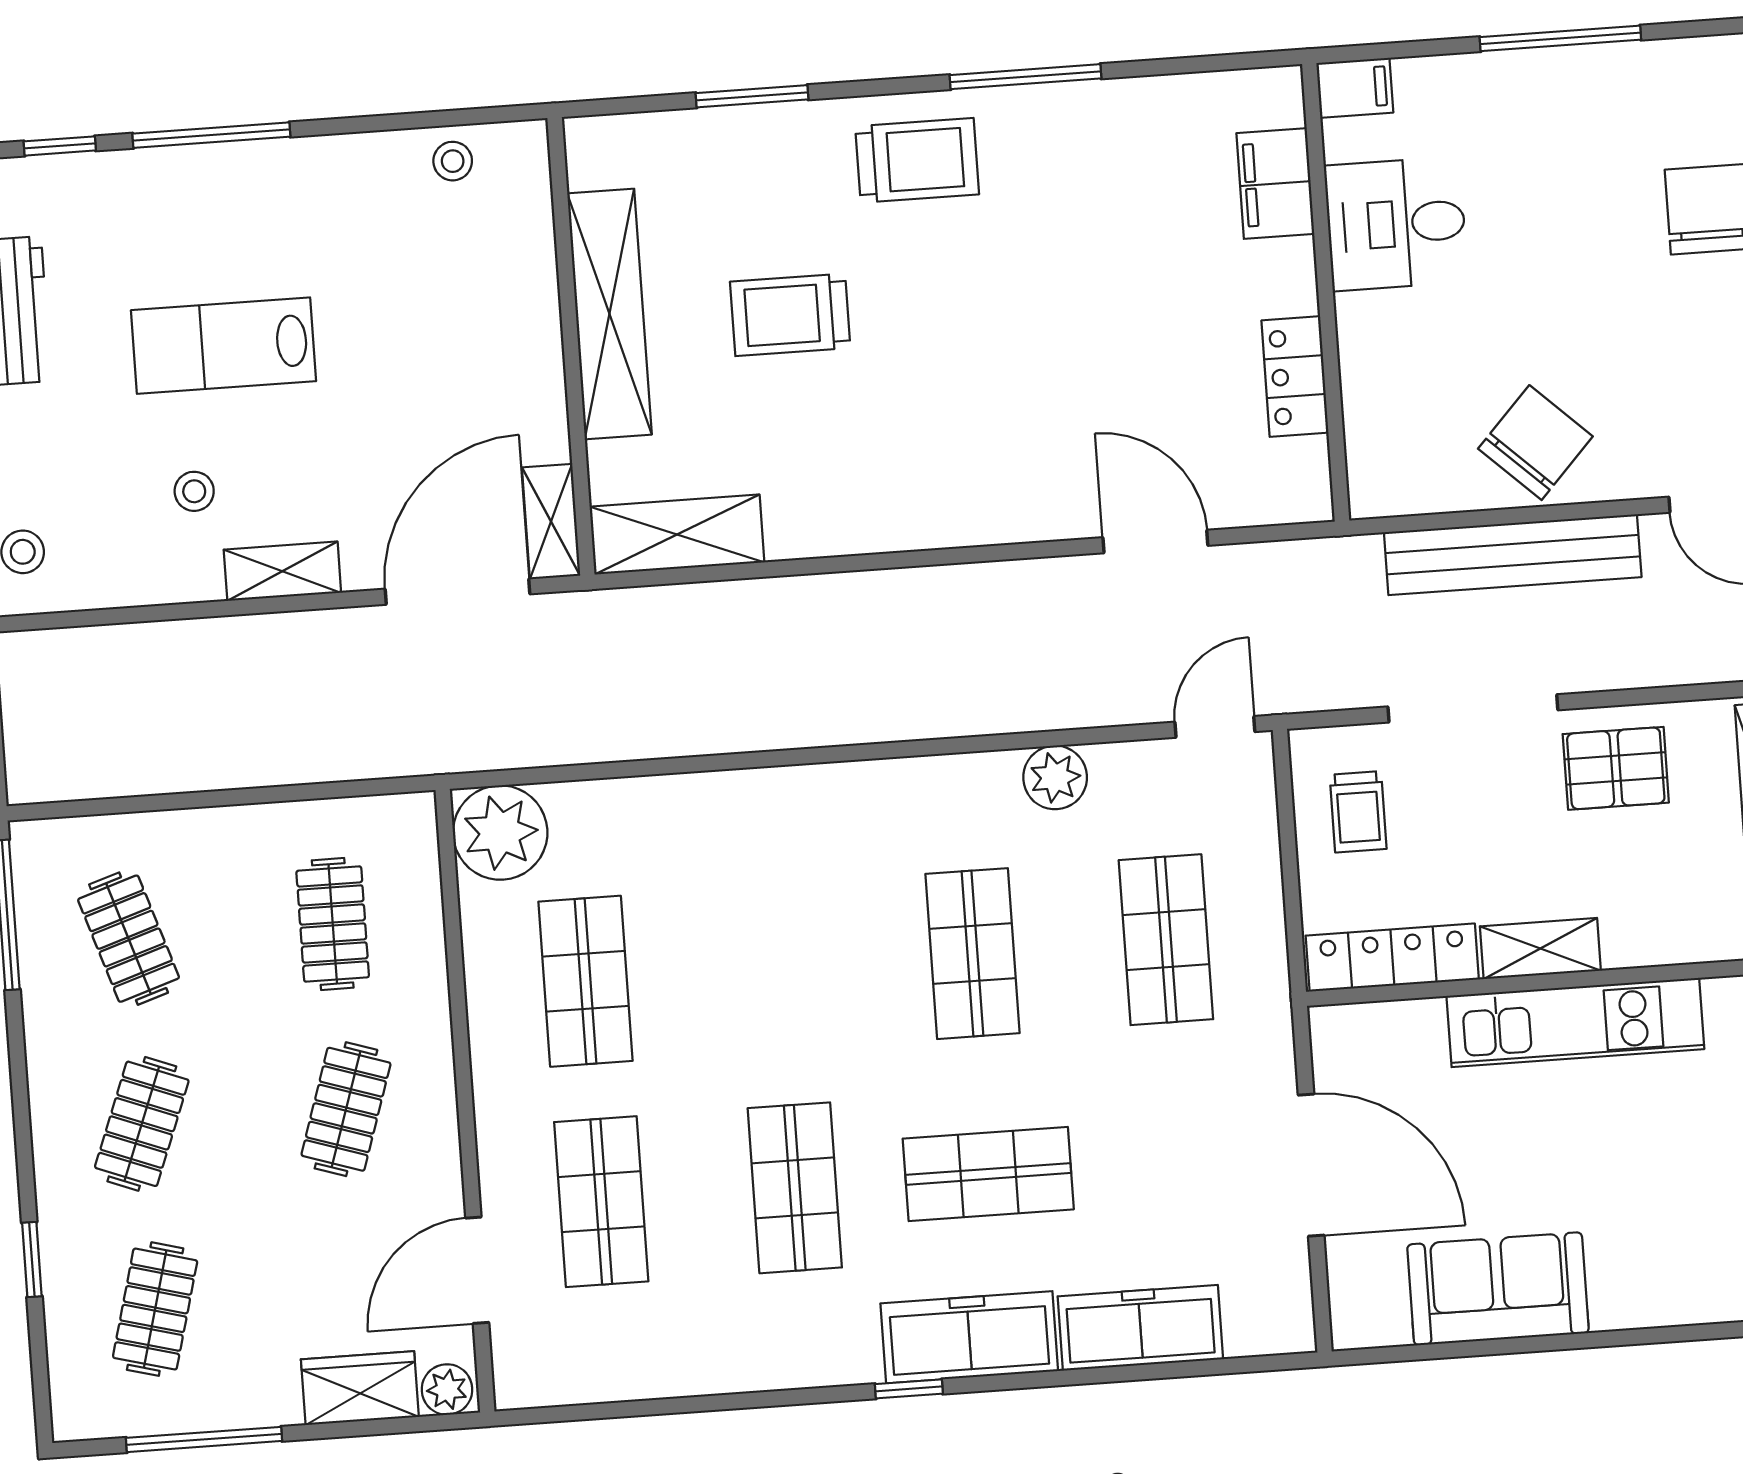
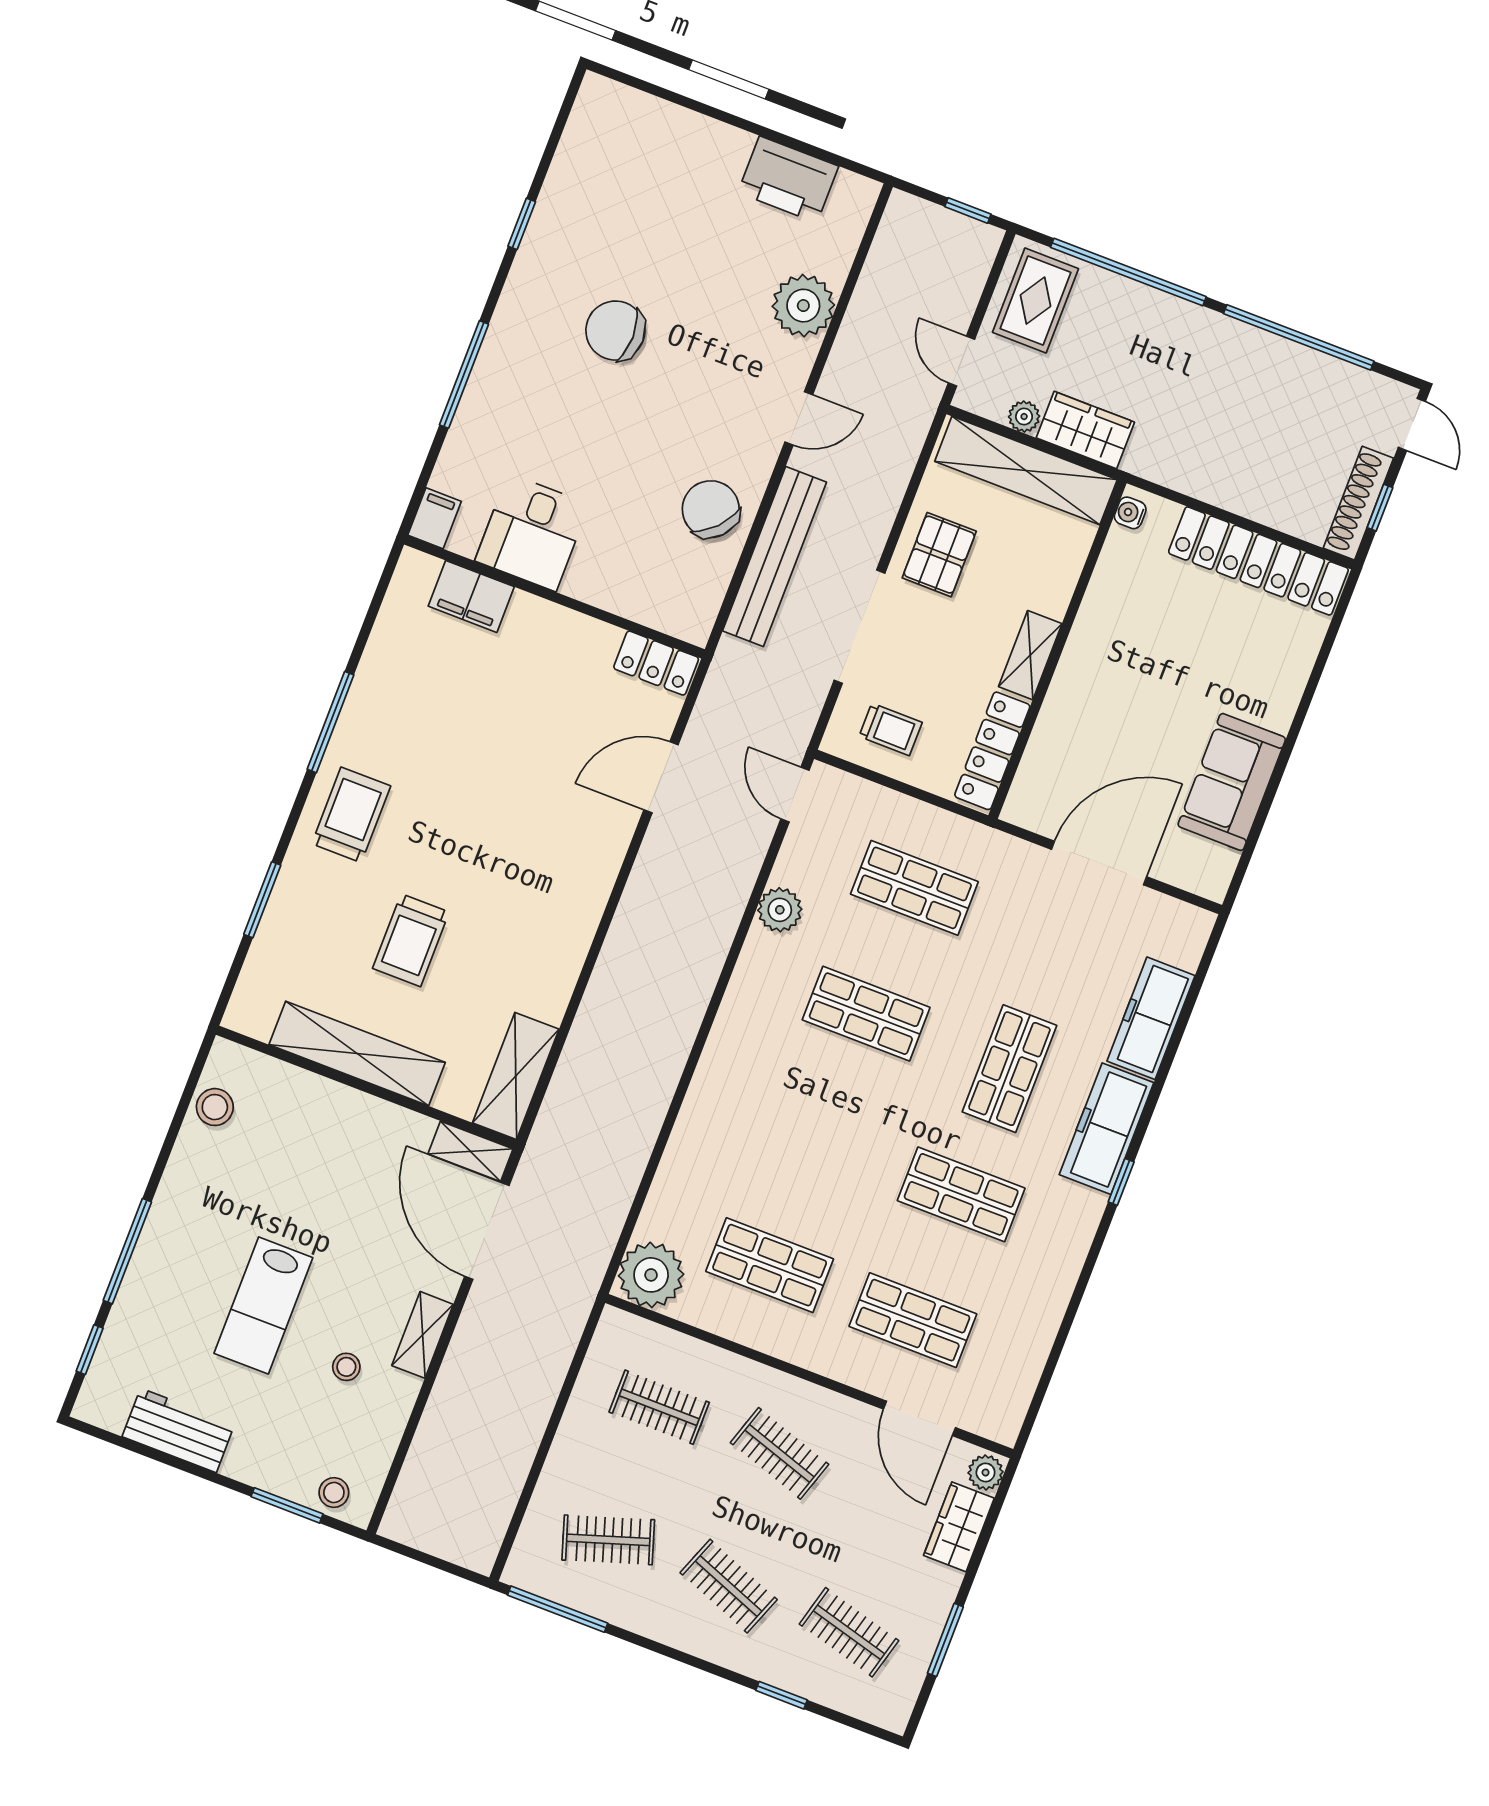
stool: (453, 161) -> (215, 1107), width x1.37, depth x1.37
locker: (1295, 377) -> (656, 663), moved
kitchen unit: (1575, 1023) -> (1087, 655), removed
window: (204, 1439) -> (945, 1640), width x0.69

